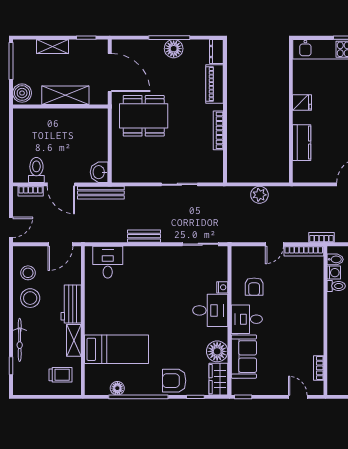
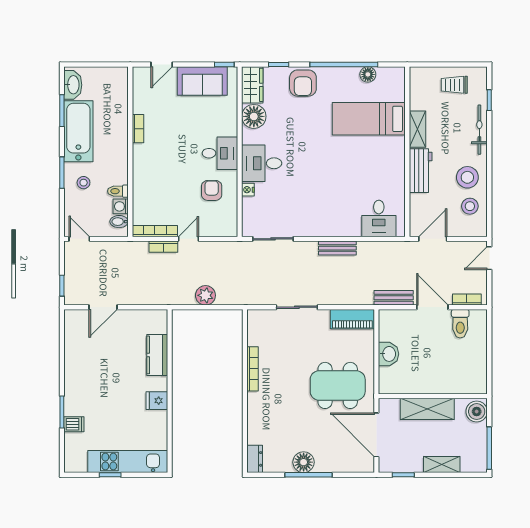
piano: (215, 84) -> (352, 319), moved, turned 90
washbasin: (99, 172) -> (389, 354), moved
bench: (101, 193) -> (394, 298), width x0.73
bookcase: (321, 237) -> (163, 247), moved
sofa: (244, 357) -> (202, 81), moved, turned -90
bookcase: (319, 368) -> (138, 129), moved
trolley: (60, 375) -> (454, 85), moved
armchair: (174, 381) -> (303, 83), turned 90
door: (298, 397) -> (162, 65), hinge flipped

